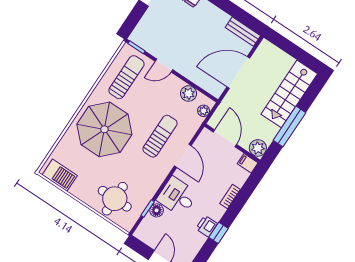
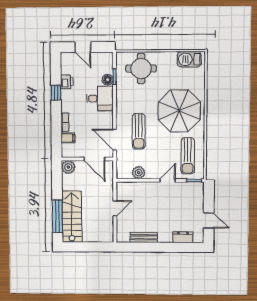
bench: (243, 32) -> (144, 237), moved
door: (238, 73) -> (115, 208), width x0.53
plant: (204, 111) -> (121, 168), removed
window: (289, 126) -> (57, 216), moved
door: (183, 156) -> (115, 140), moved
filing cabinet: (248, 163) -> (68, 138), moved
printer: (207, 226) -> (67, 82), moved

